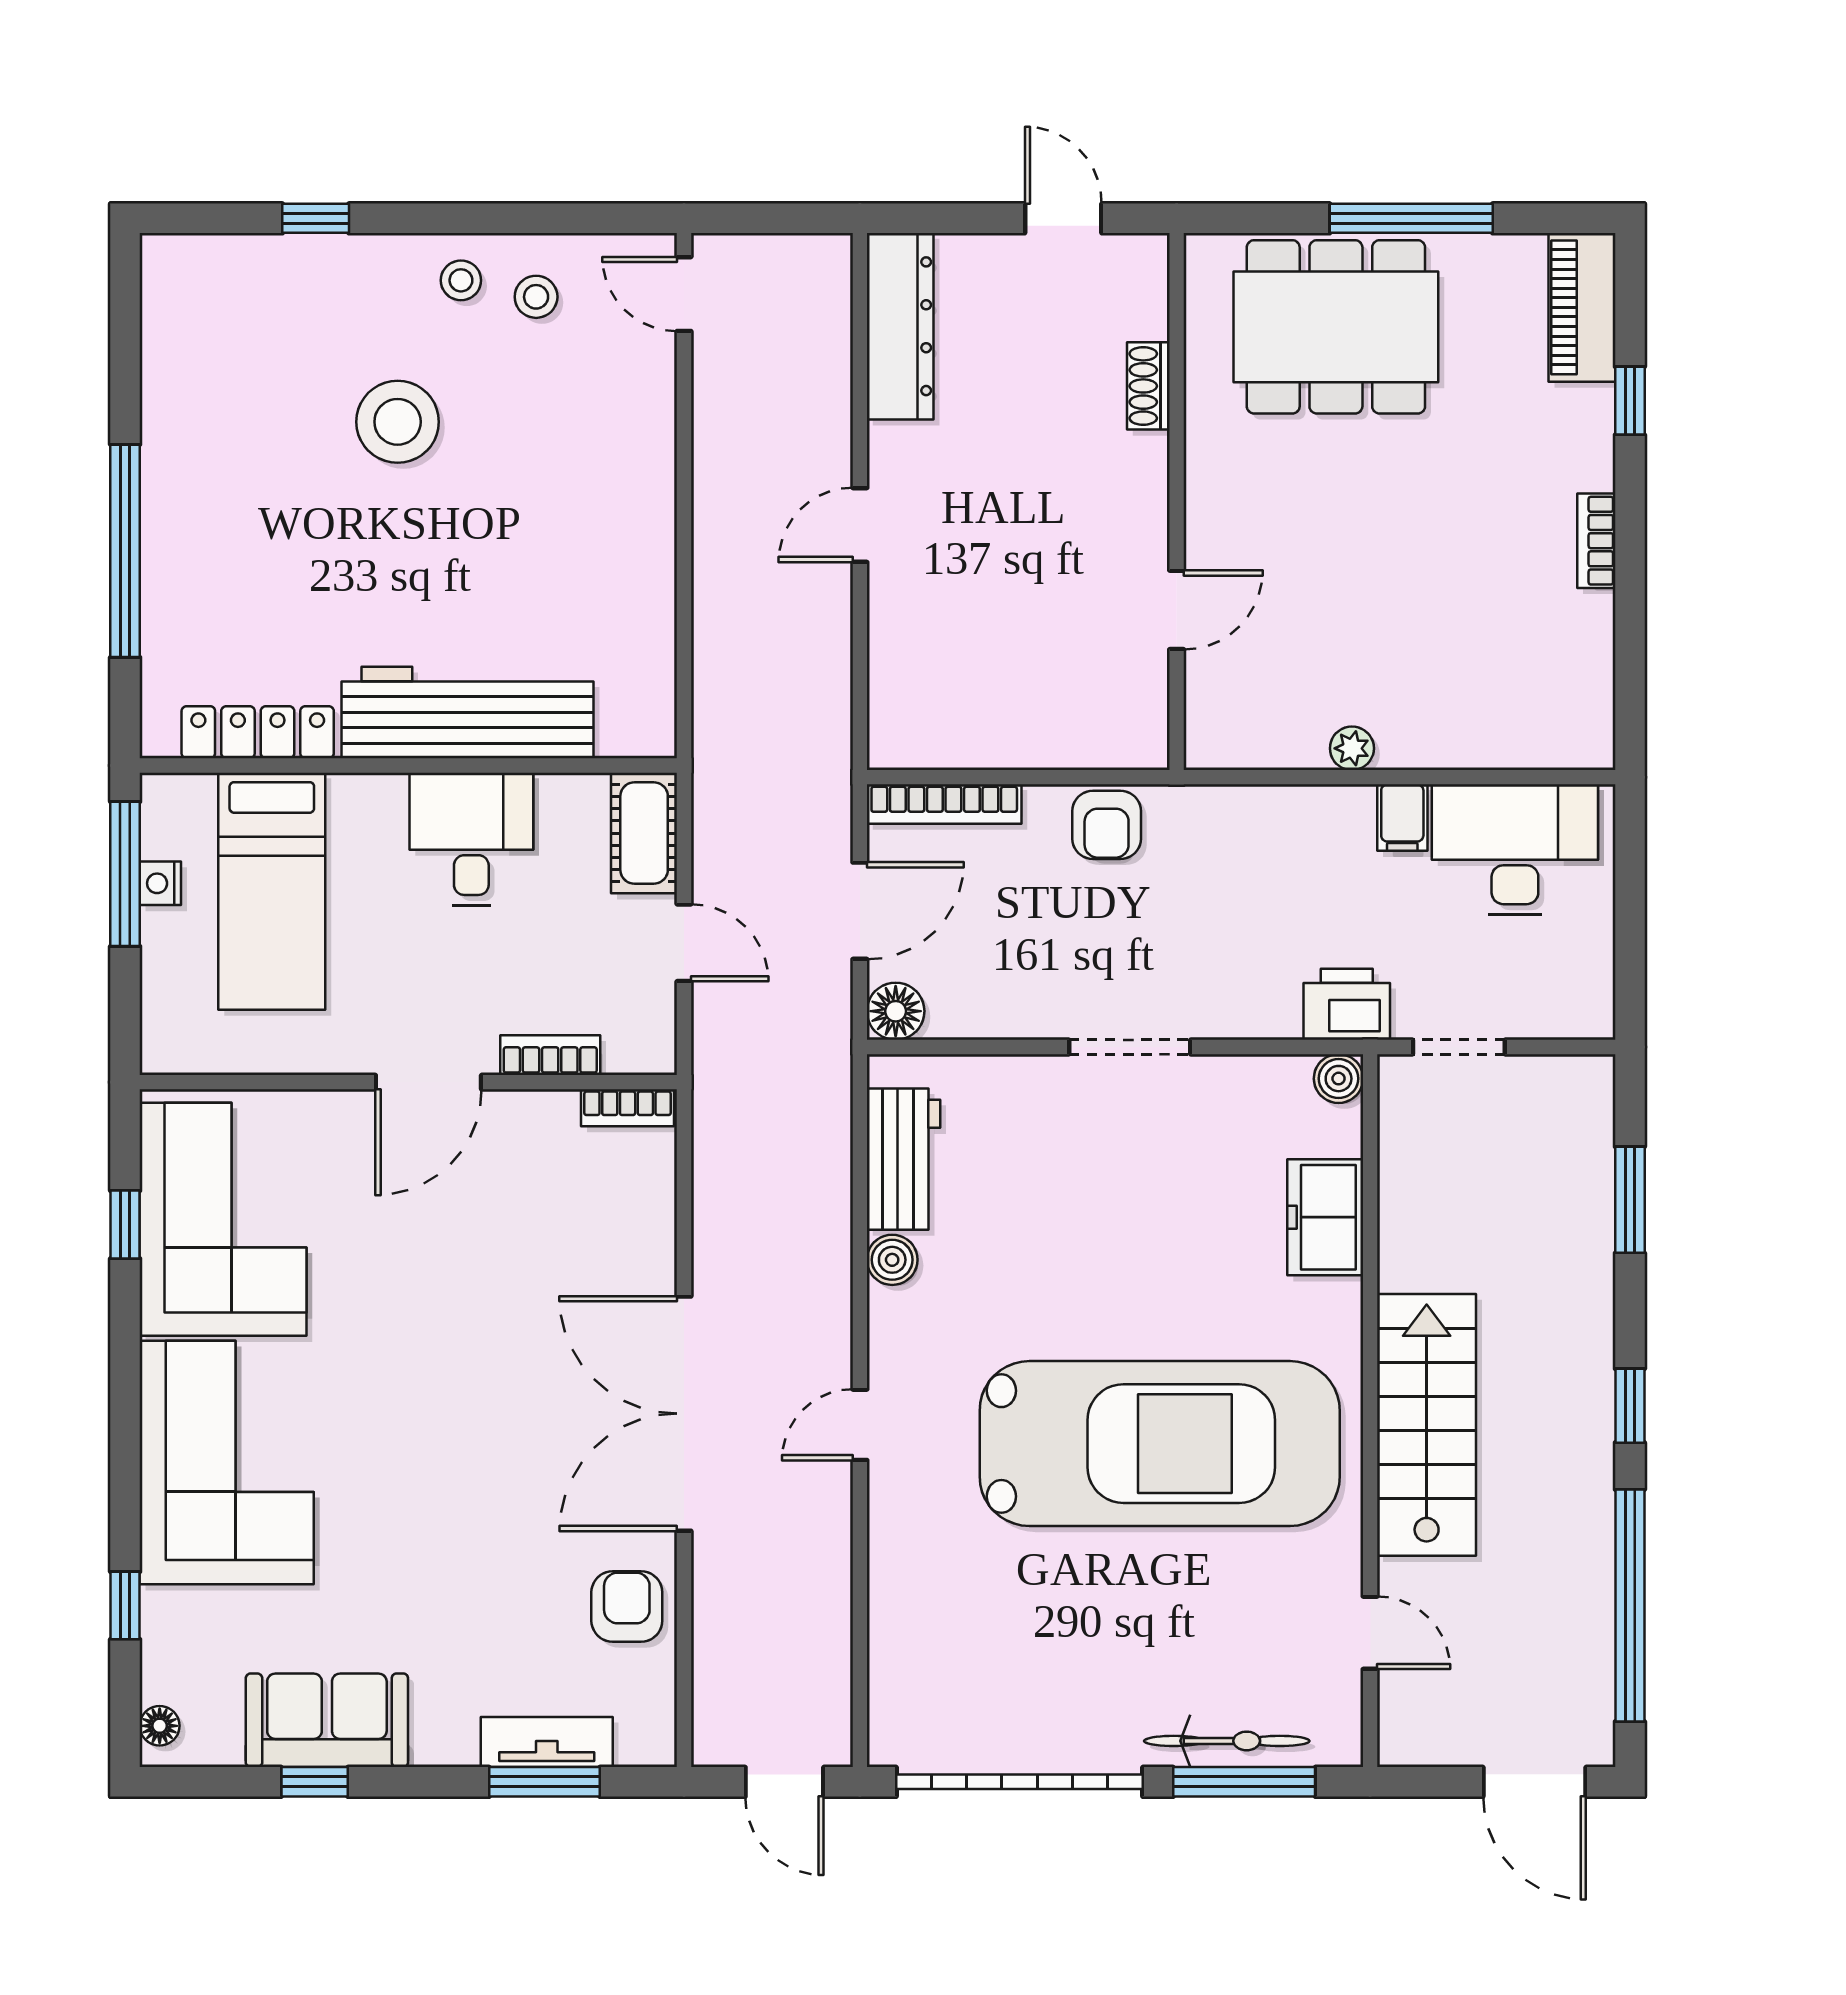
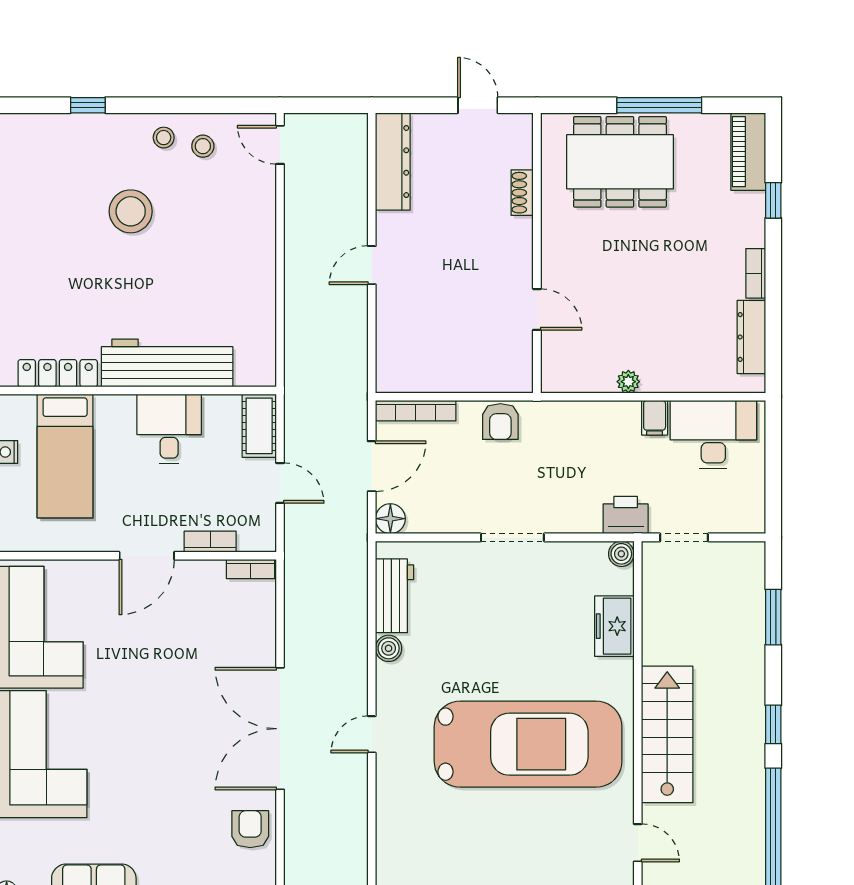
door: (1177, 610) -> (537, 309), hinge flipped
dresser: (1588, 663) -> (751, 337), added

